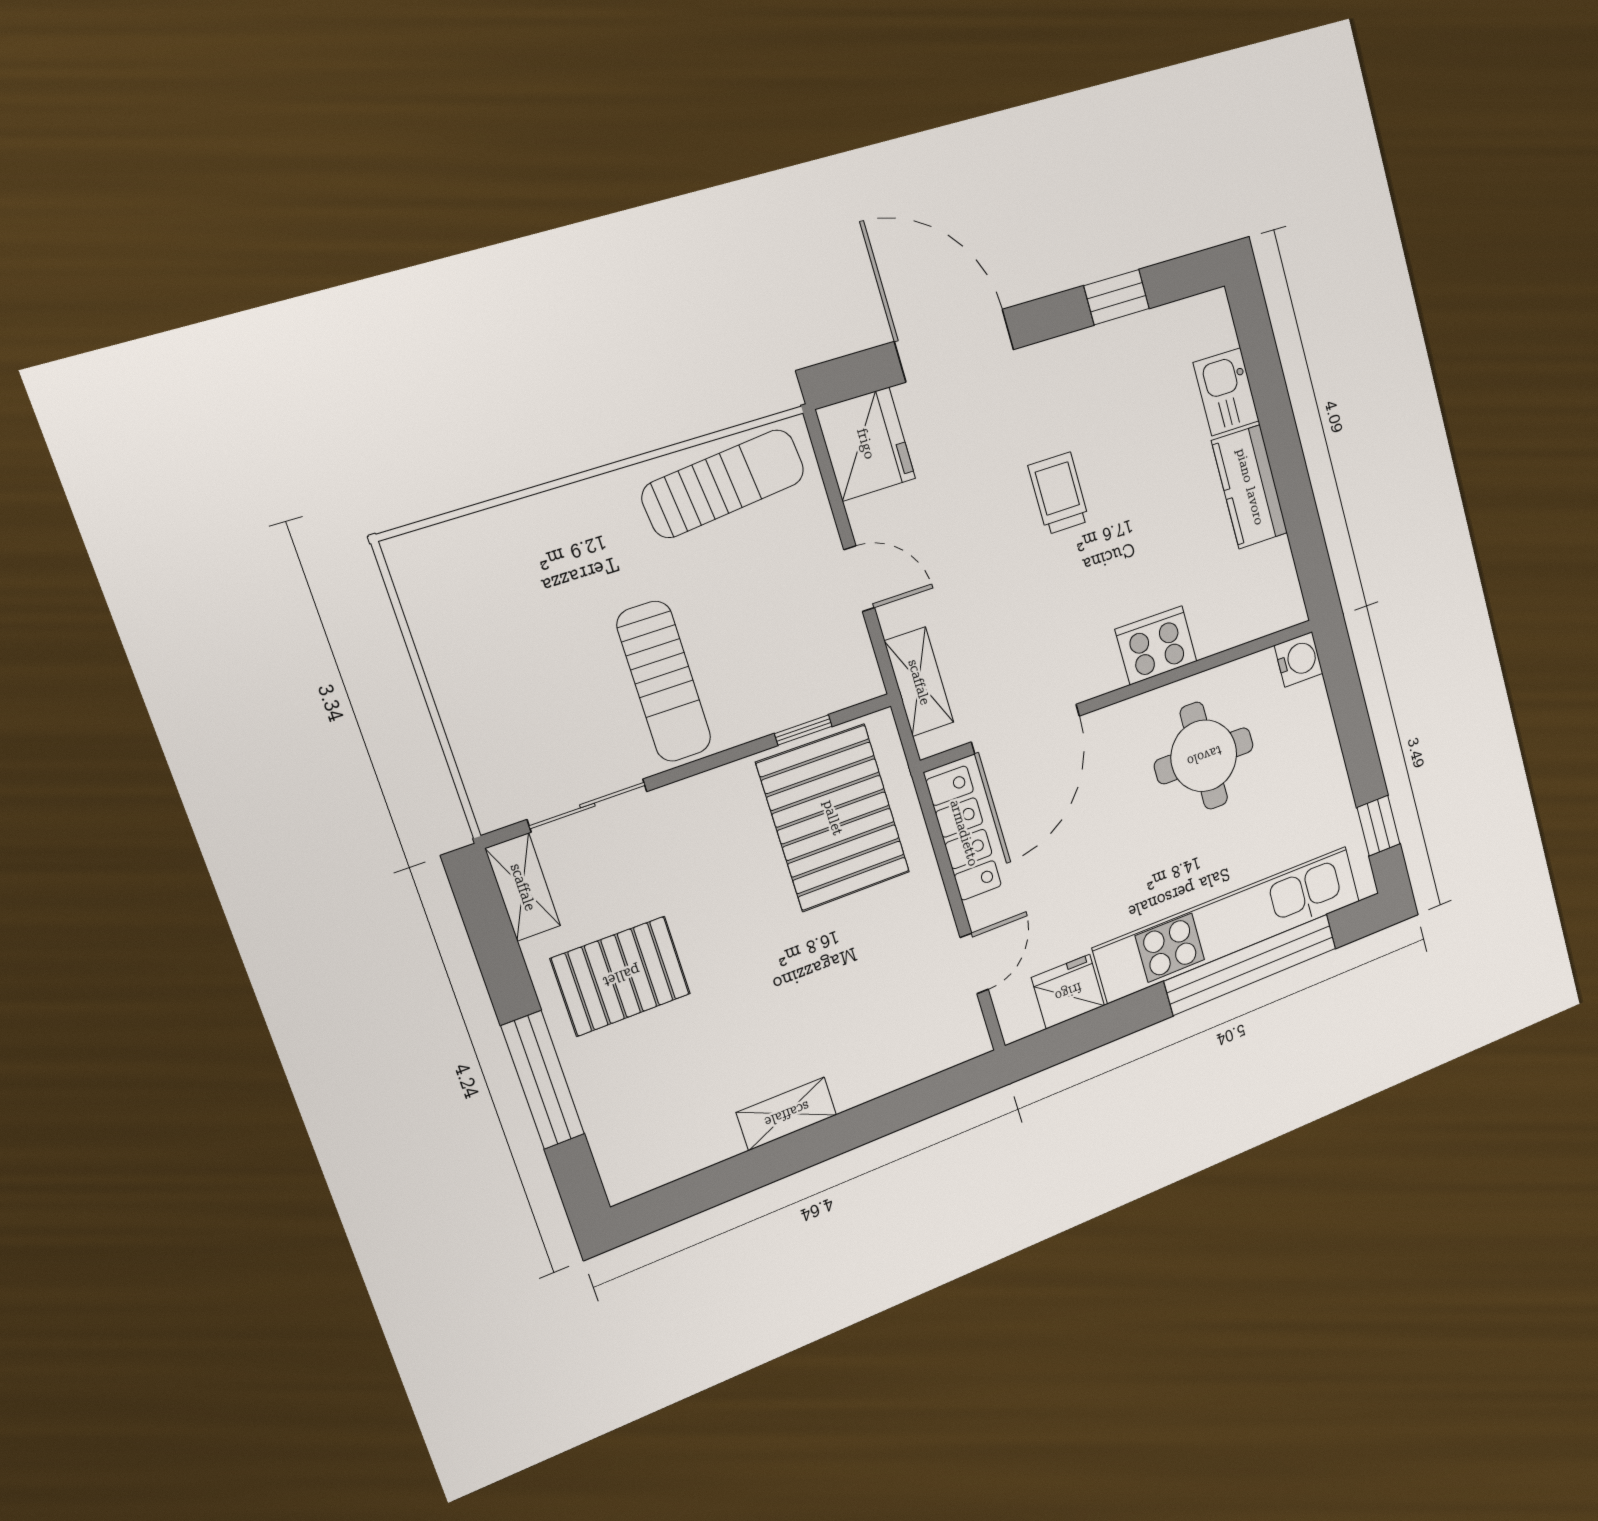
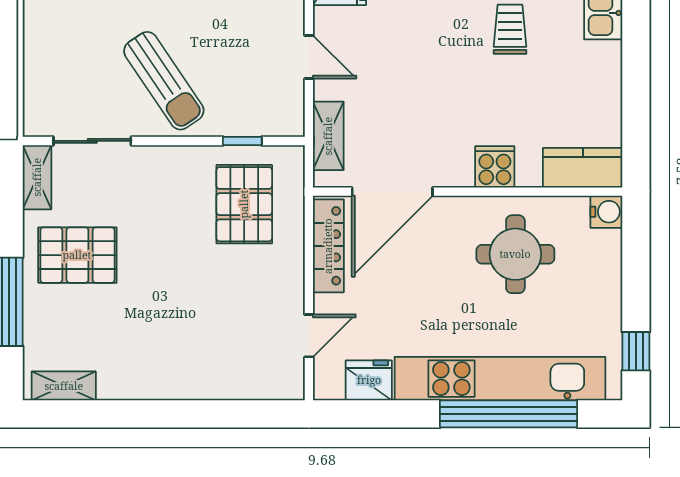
kitchen counter: (1250, 487) -> (583, 168), moved, turned 90
trolley: (1059, 493) -> (510, 29), moved
cooker: (1156, 645) -> (495, 167), width x0.73
sun lounger: (664, 682) -> (164, 81), turned -34
pallet: (833, 818) -> (244, 204), width x0.73, depth x0.71
shelving: (787, 1114) -> (64, 386), moved

